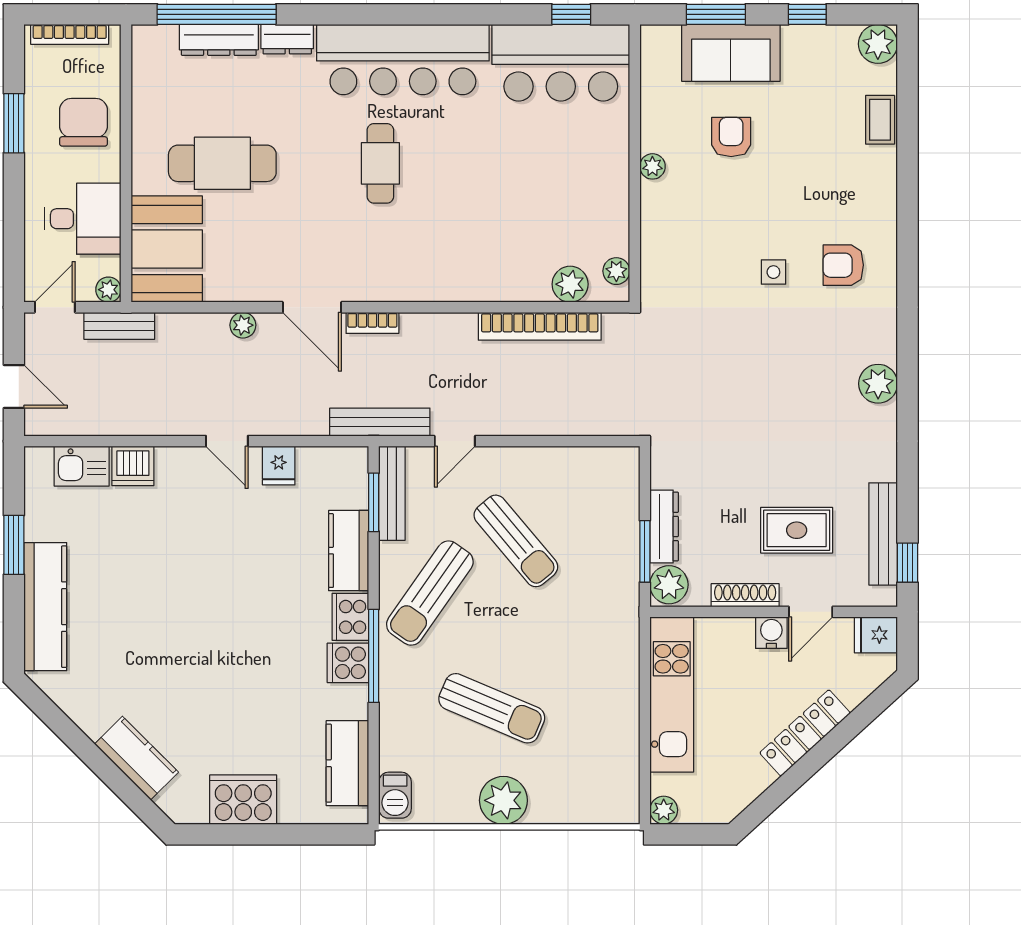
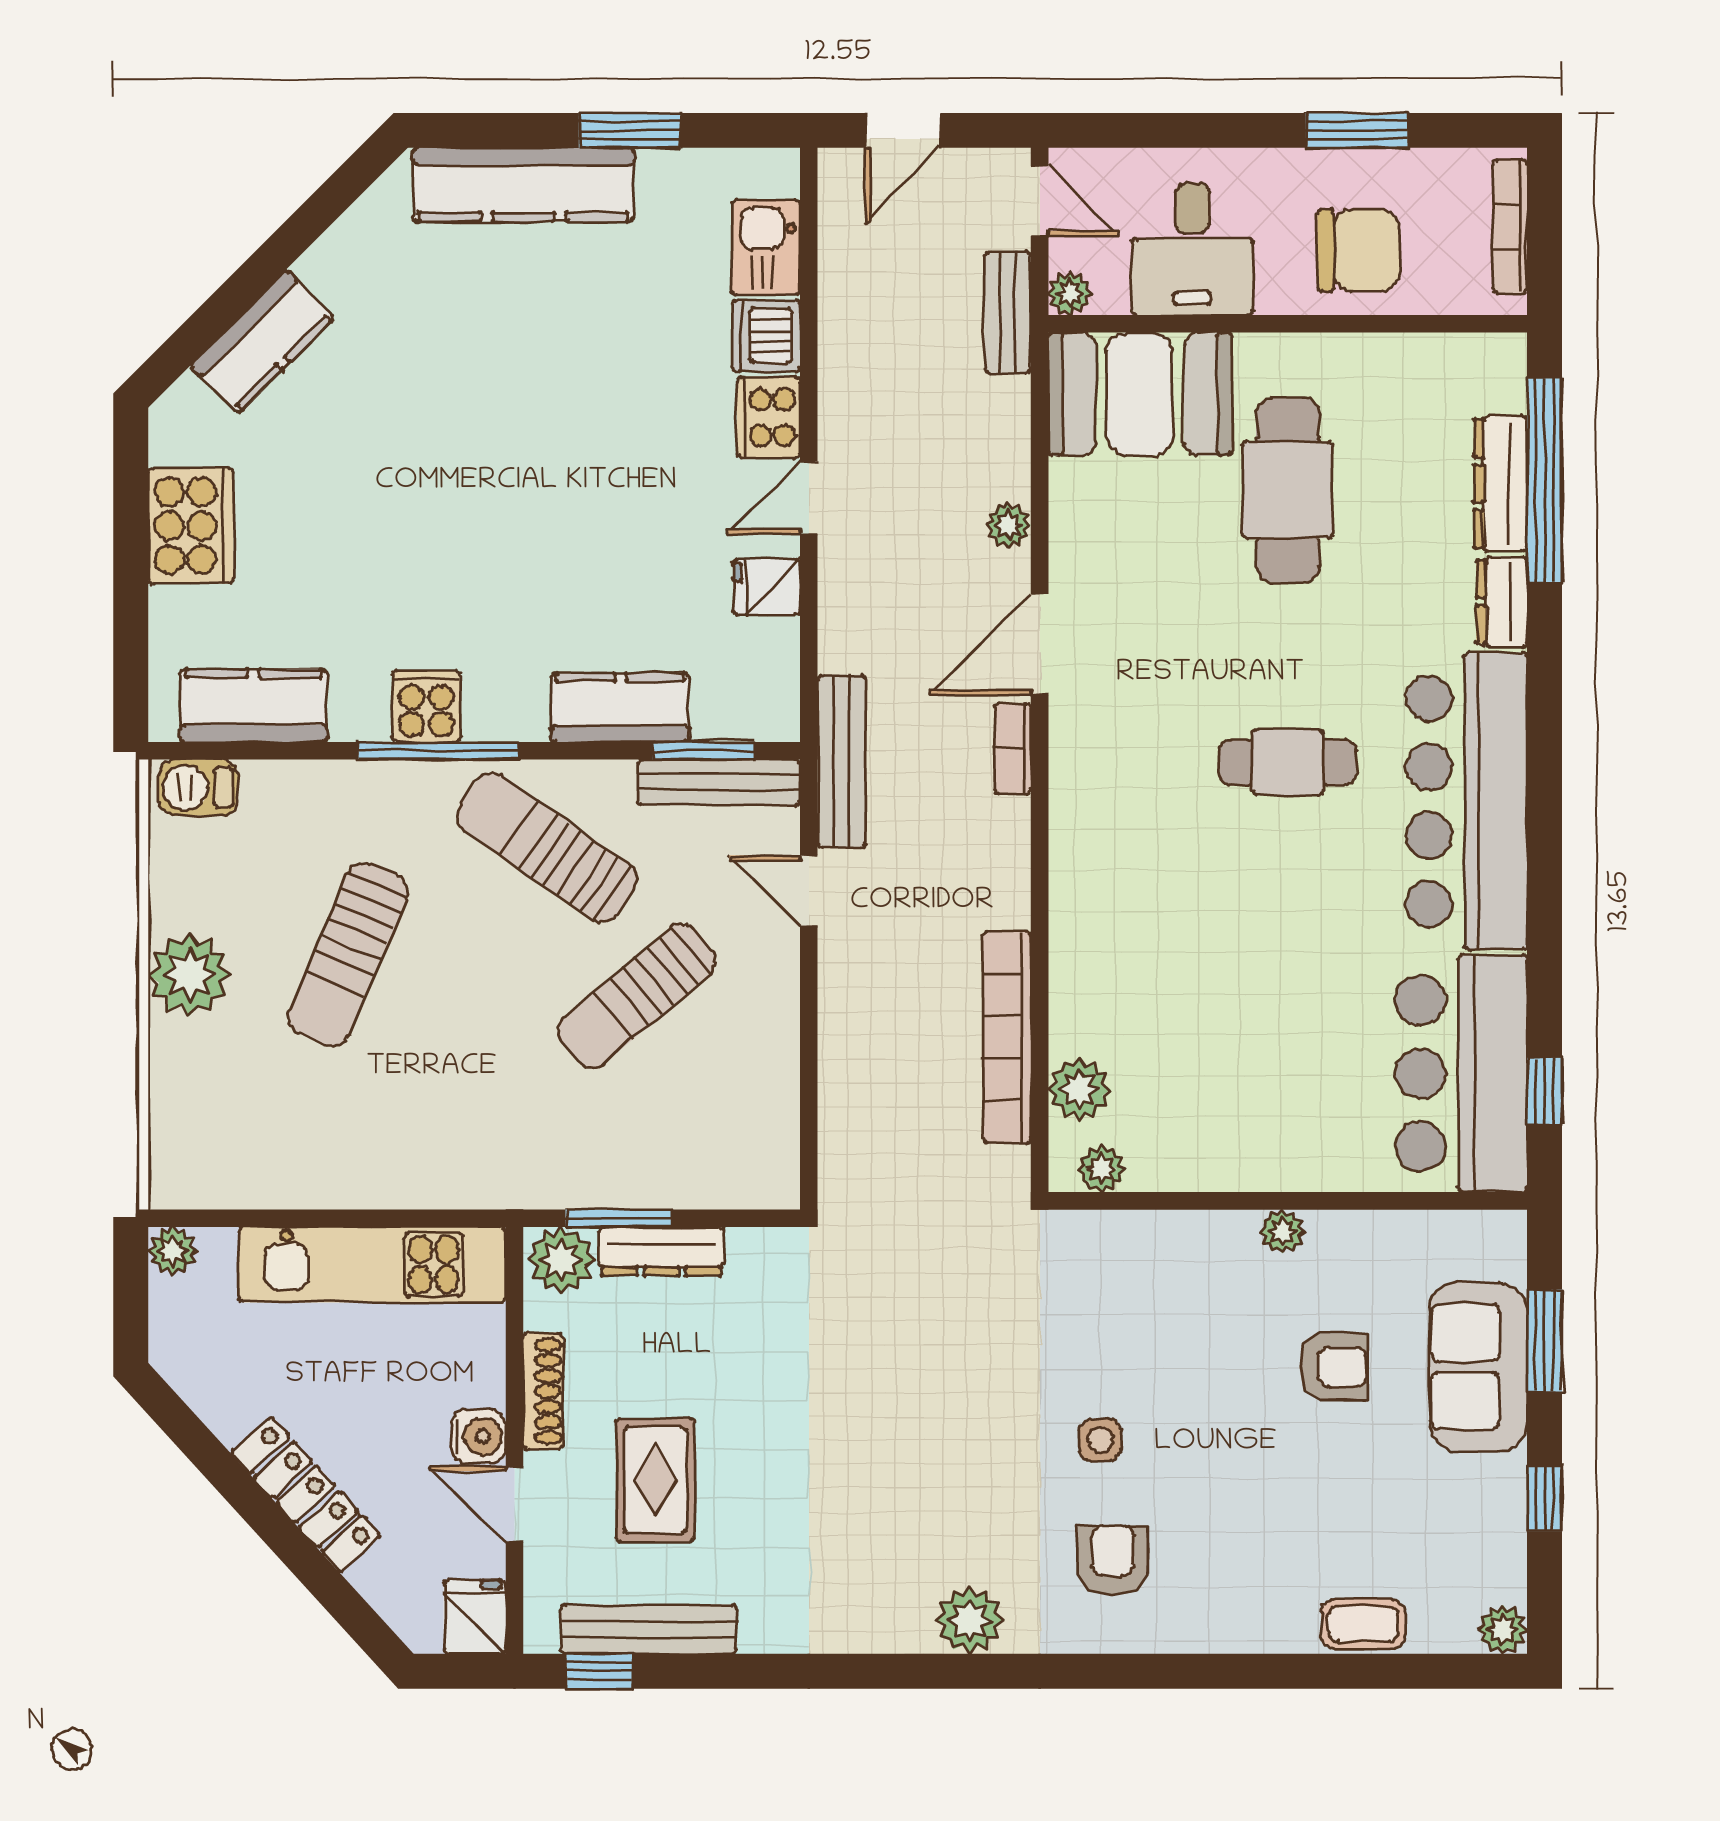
plant: (878, 44) -> (1503, 1629), width x0.73, depth x0.73
plant: (878, 384) -> (970, 1620), moved
cooker: (350, 617) -> (769, 417), moved, turned -90

